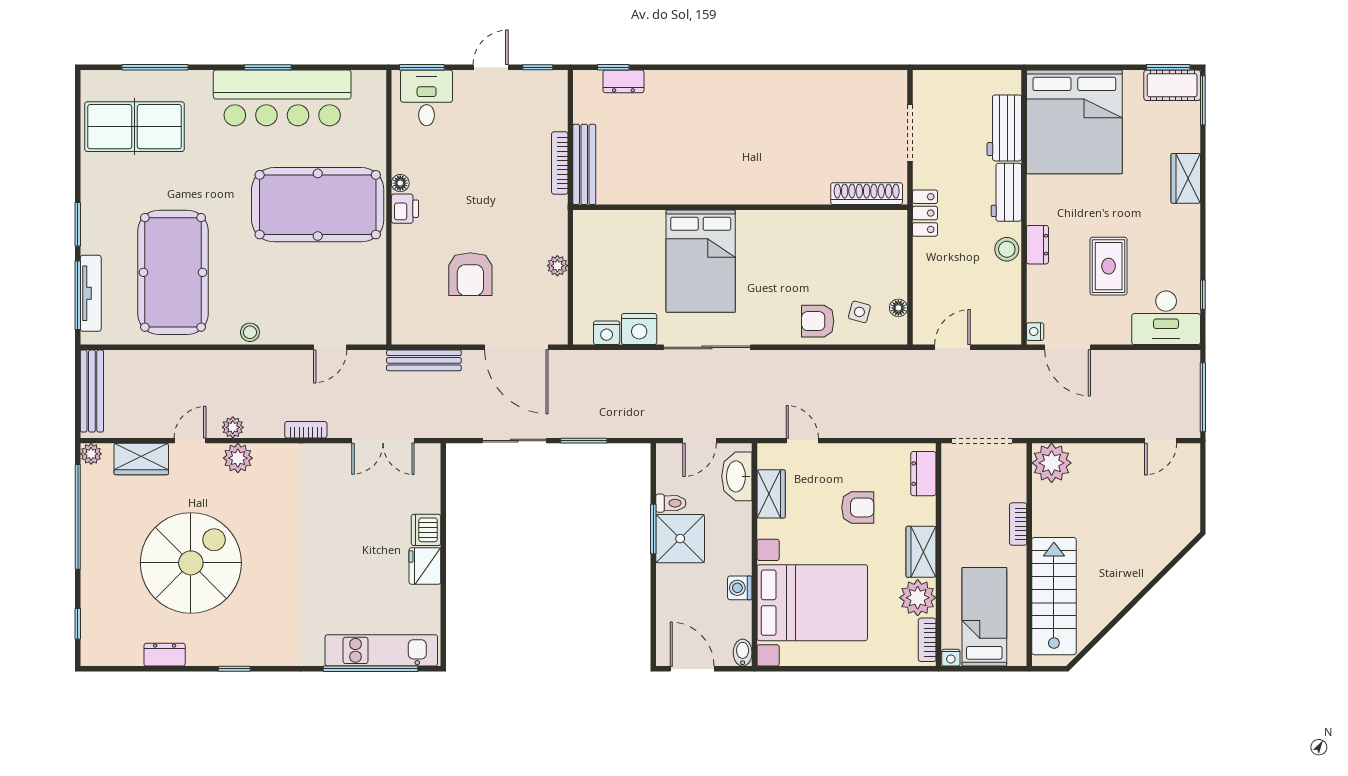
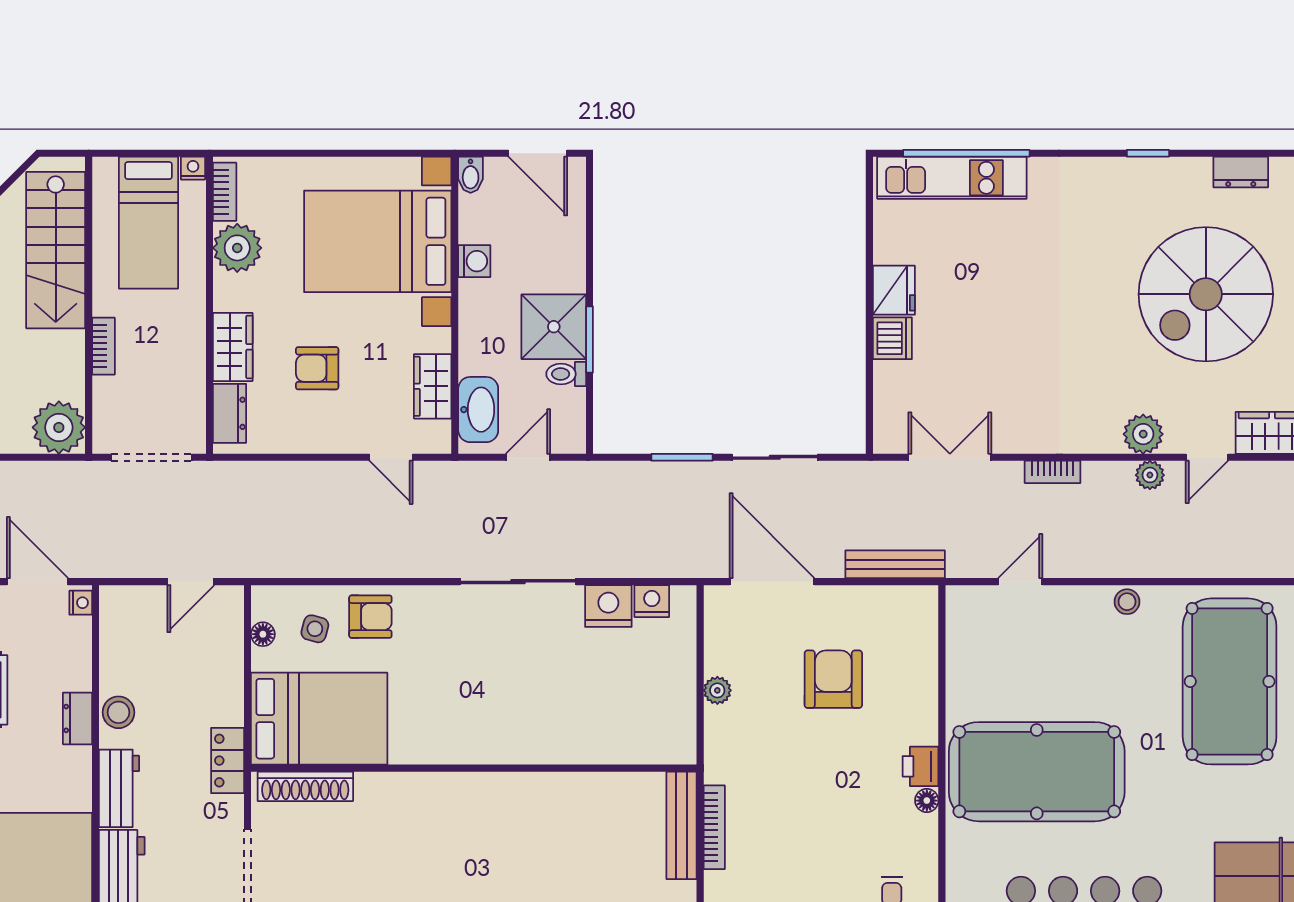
bed: (701, 261) -> (319, 719), moved, turned 90
wardrobe: (921, 552) -> (233, 347), moved

